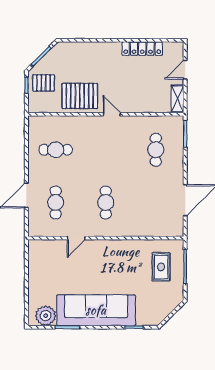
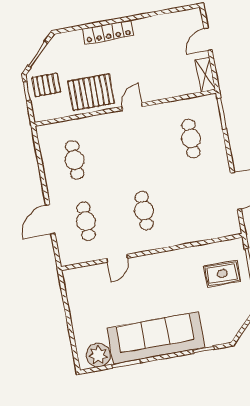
locker: (142, 49) -> (108, 32), moved
door: (112, 114) -> (132, 107), hinge flipped
cafe table: (56, 150) -> (75, 160), turned 90
rug: (161, 267) -> (222, 274), turned 90

